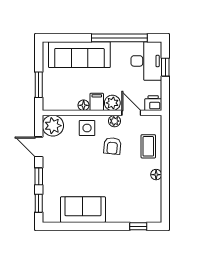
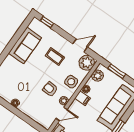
plant: (112, 103) -> (98, 76), moved
coffee table: (148, 146) -> (55, 57), moved
window: (39, 176) -> (63, 33), removed

